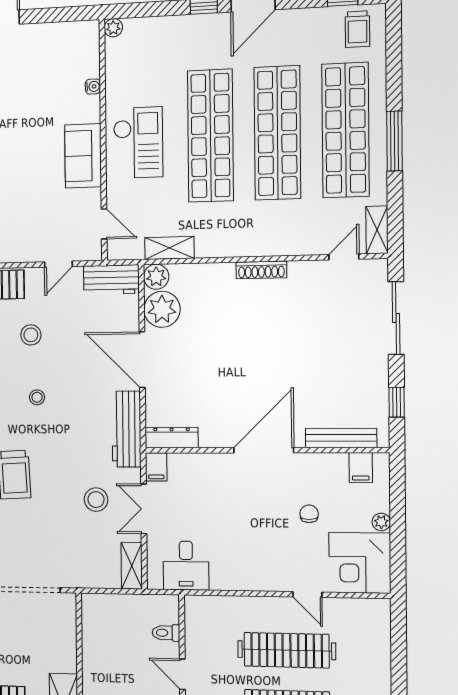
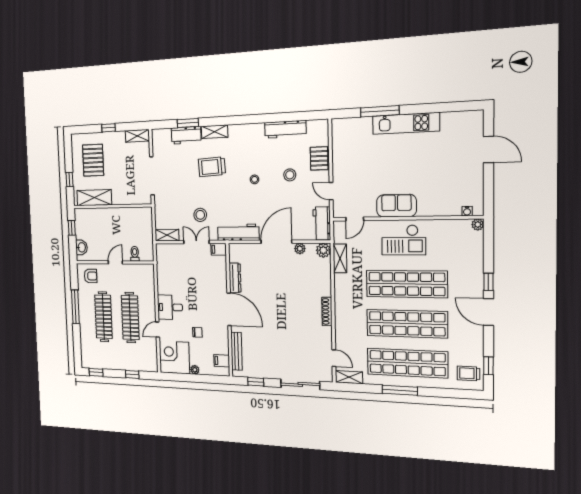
water cooler: (93, 86) -> (467, 211), moved
plant: (162, 309) -> (300, 249), width x0.53, depth x0.53
dresser: (172, 438) -> (235, 278), moved
desk: (186, 566) -> (170, 307), moved
window: (399, 654) -> (132, 374), added

